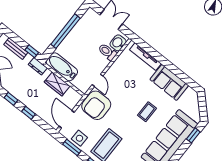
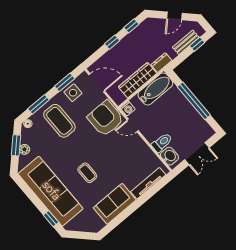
window: (32, 51) -> (197, 44), moved
wardrobe: (57, 84) -> (138, 80), width x1.50
washing machine: (84, 88) -> (128, 108), added

